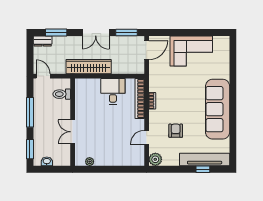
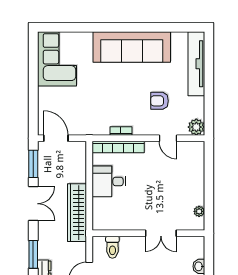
corner sofa: (191, 51) -> (57, 59), moved
window: (203, 169) -> (209, 66), removed

